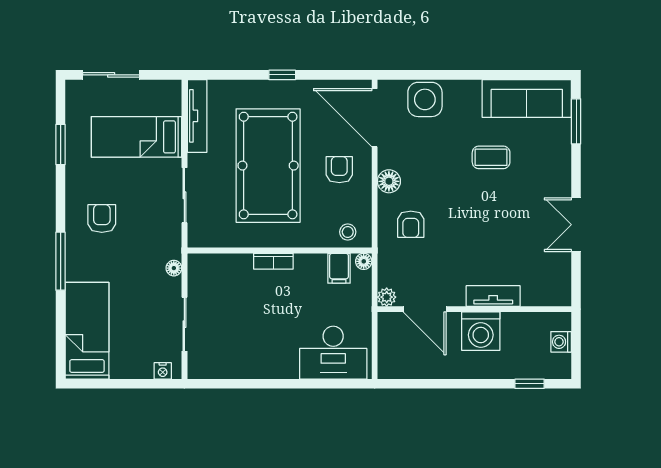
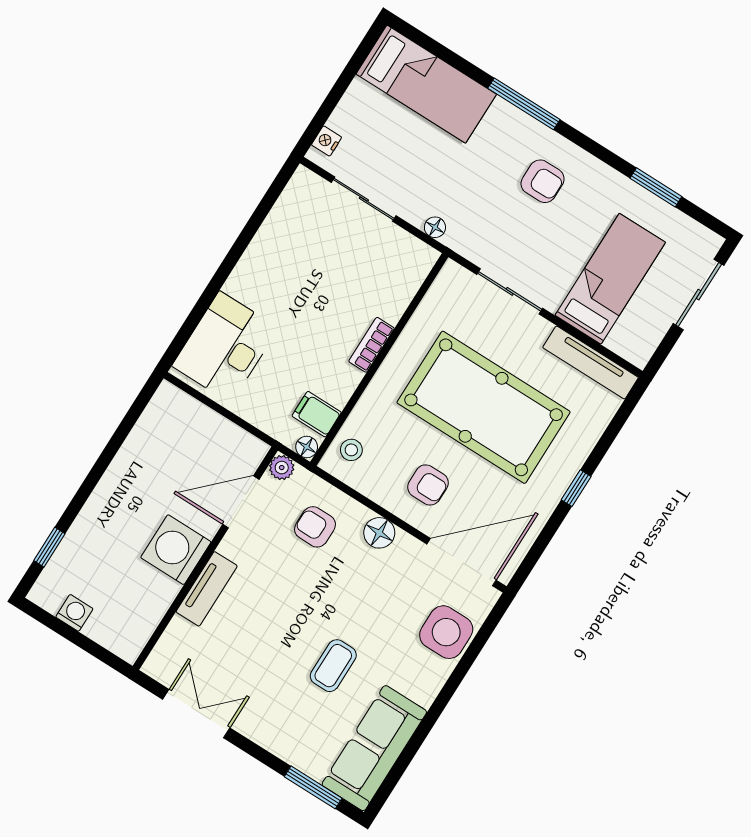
tv unit: (493, 296) -> (207, 589), moved
plant: (387, 297) -> (282, 468), moved
door: (425, 309) -> (241, 502), moved
wall: (474, 309) -> (205, 558), moved
washing machine: (481, 331) -> (176, 550), moved

